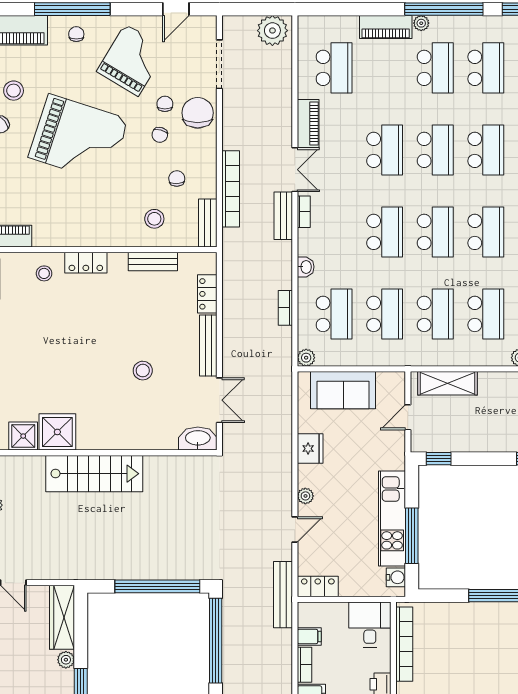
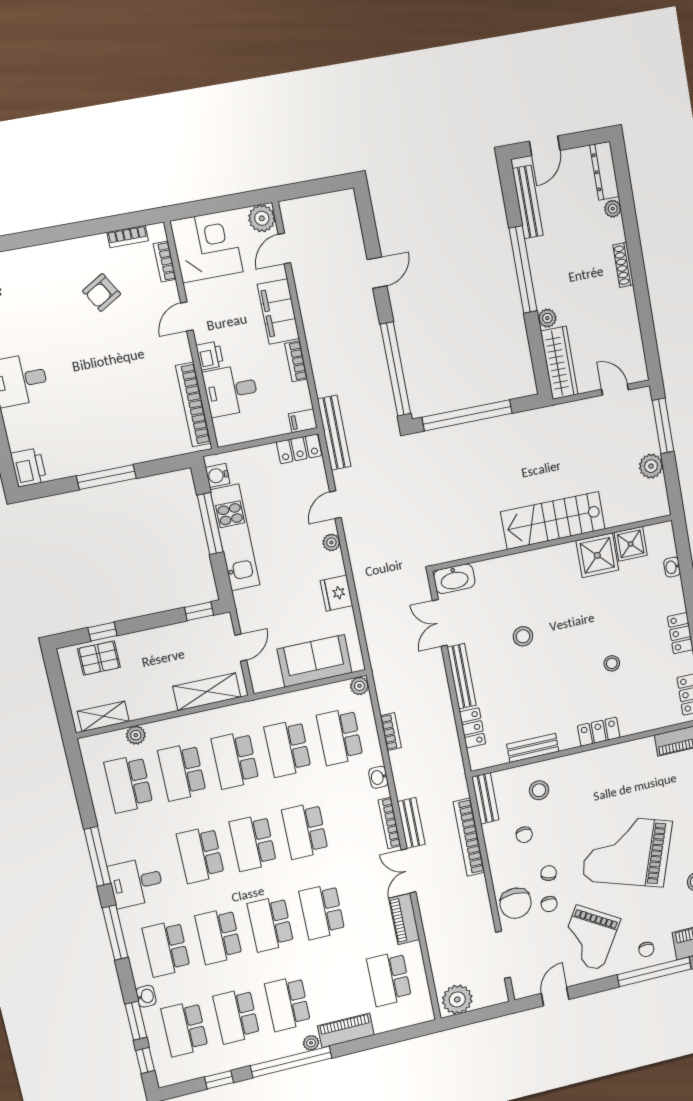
bookcase: (304, 212) -> (390, 823), width x1.56
stool: (44, 273) -> (612, 663), moved
desk: (370, 625) -> (231, 390), moved, turned 90
filing cabinet: (309, 636) -> (303, 421), moved

